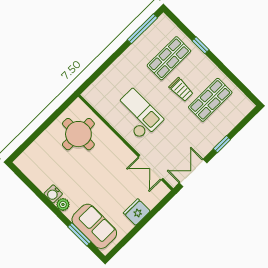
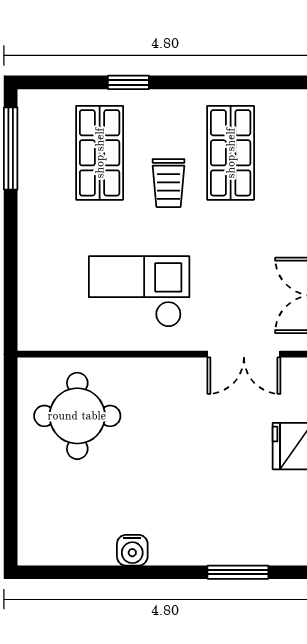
trolley: (181, 90) -> (169, 183), turned 90
plant: (63, 204) -> (164, 551), removed
sofa: (94, 226) -> (249, 536), removed

